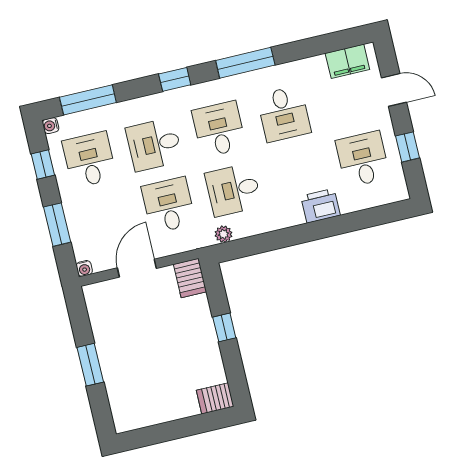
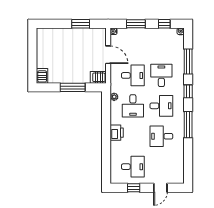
filing cabinet: (347, 61) -> (178, 170), removed
window: (88, 100) -> (188, 61), moved
desk: (89, 160) -> (161, 45), removed
desk: (233, 190) -> (133, 106), turned 180
printer: (320, 206) -> (117, 133), moved
window: (224, 327) -> (73, 87), width x2.17
window: (90, 365) -> (81, 24), moved

